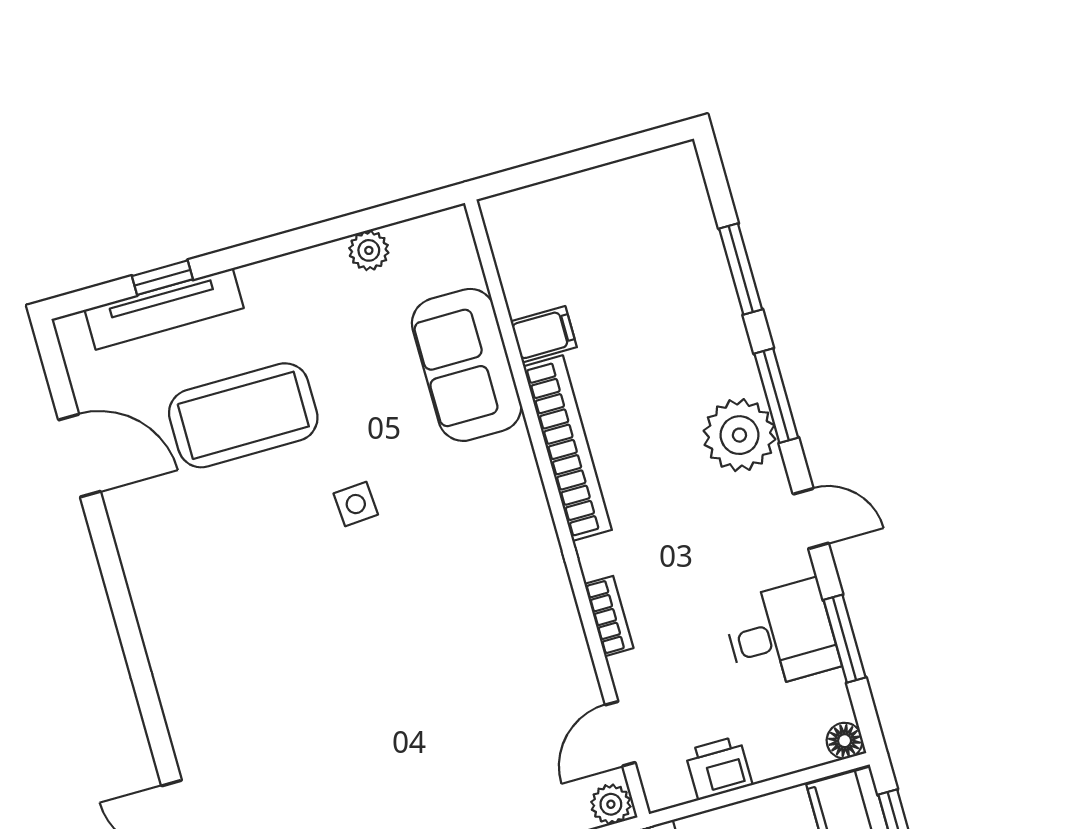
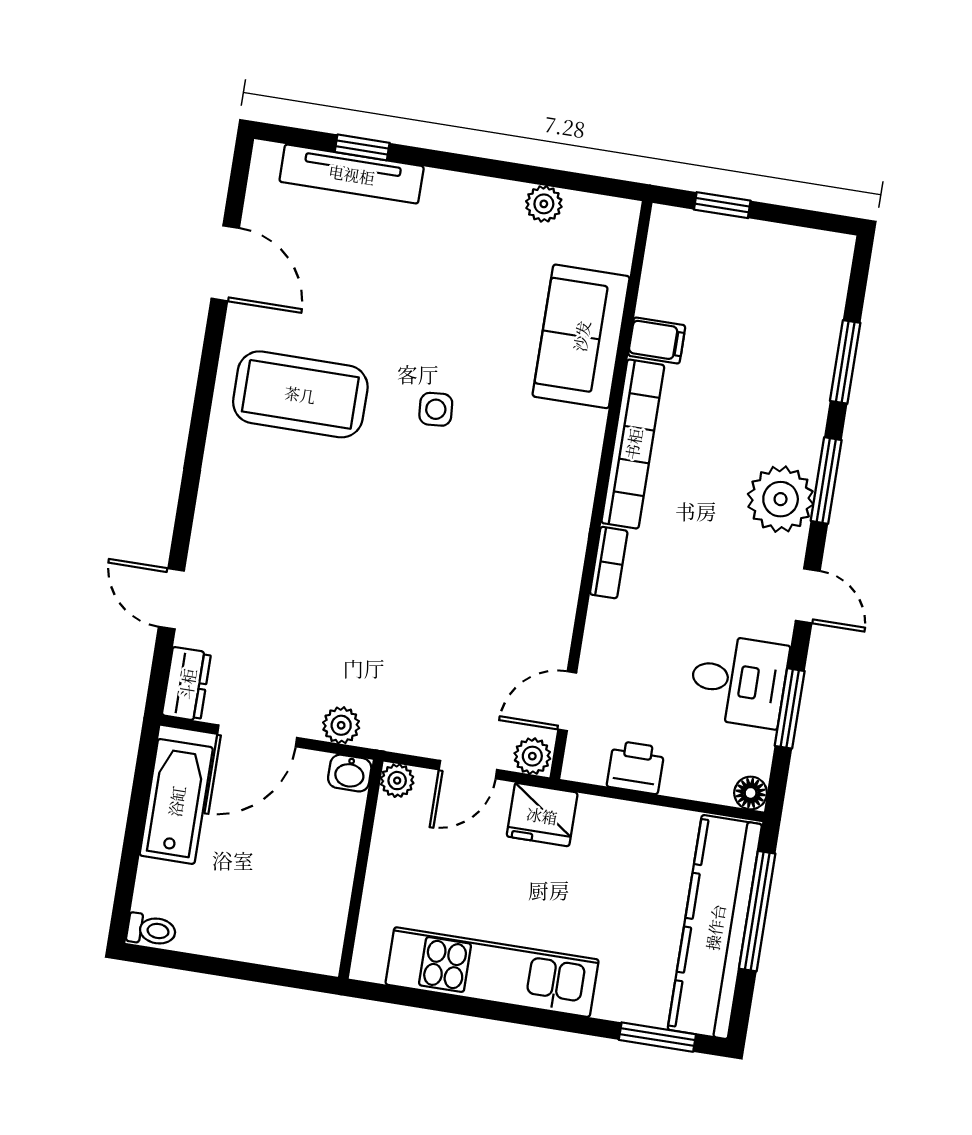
window: (547, 170) -> (722, 205), added
coffee table: (243, 415) -> (300, 394), moved
bookcase: (609, 616) -> (609, 563), moved

